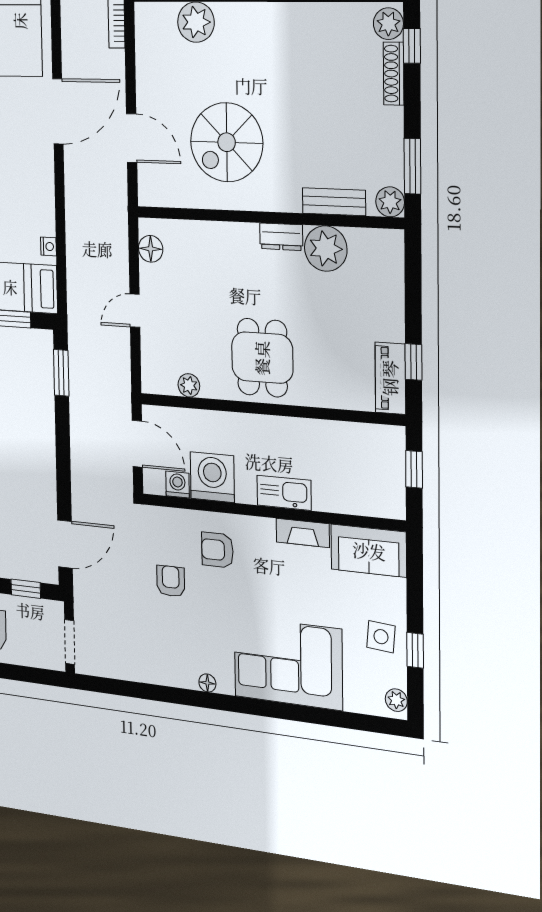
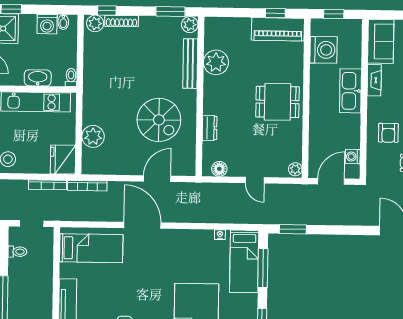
bench: (334, 202) -> (190, 64), width x1.36
dresser: (281, 237) -> (210, 128), moved
piano: (390, 378) -> (278, 29), width x1.37, depth x1.33
plant: (189, 385) -> (295, 169), moved
washing machine: (212, 477) -> (323, 50), moved, turned 180
kitchen sink: (284, 493) -> (350, 91), width x1.36, depth x1.24

